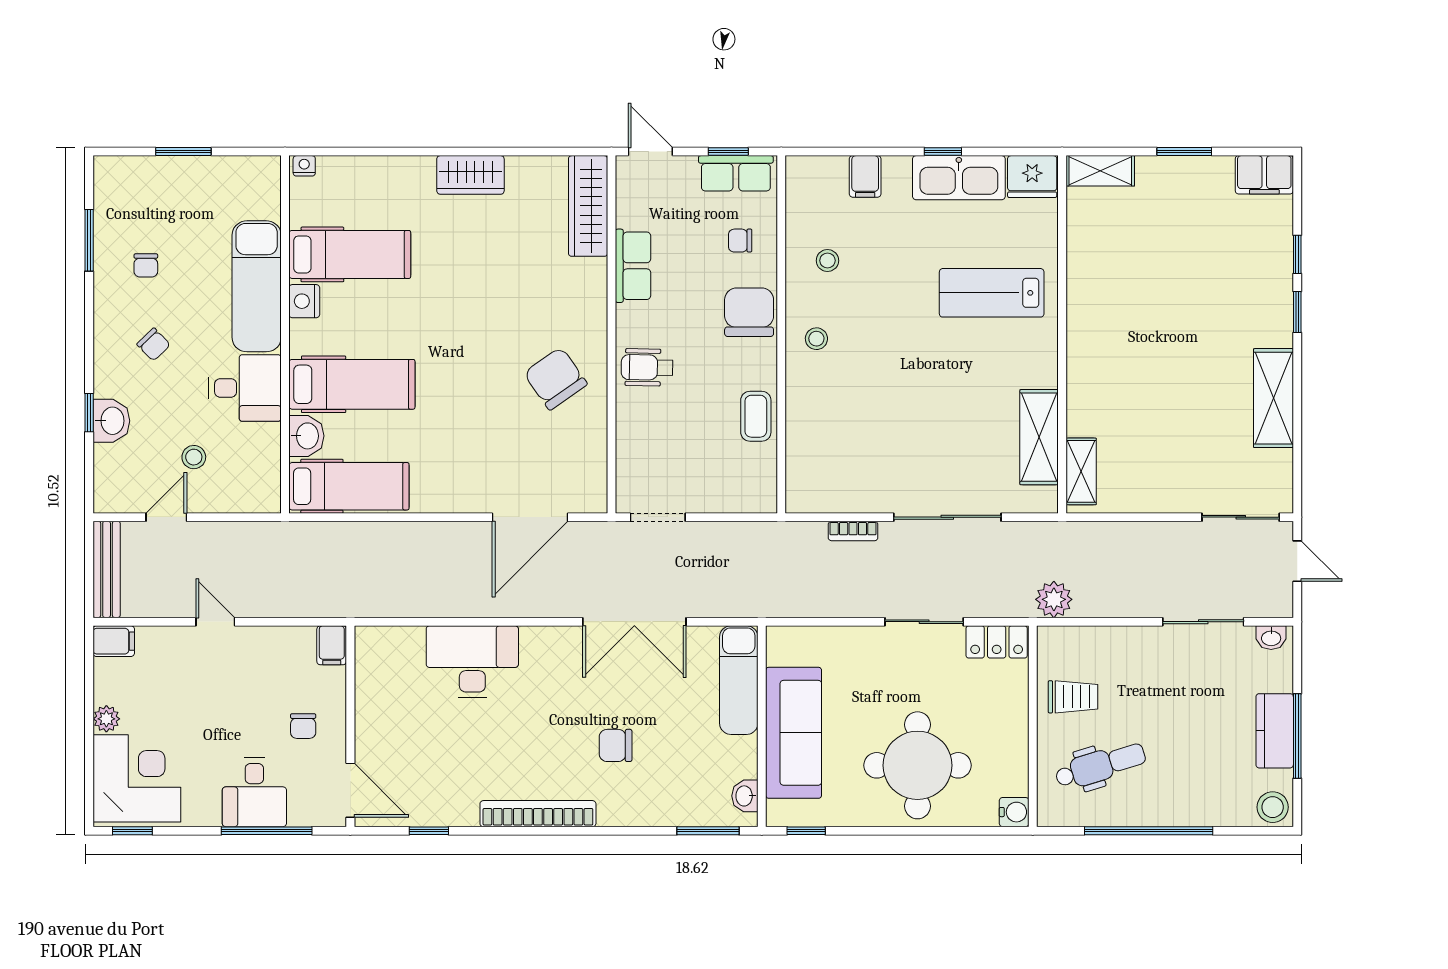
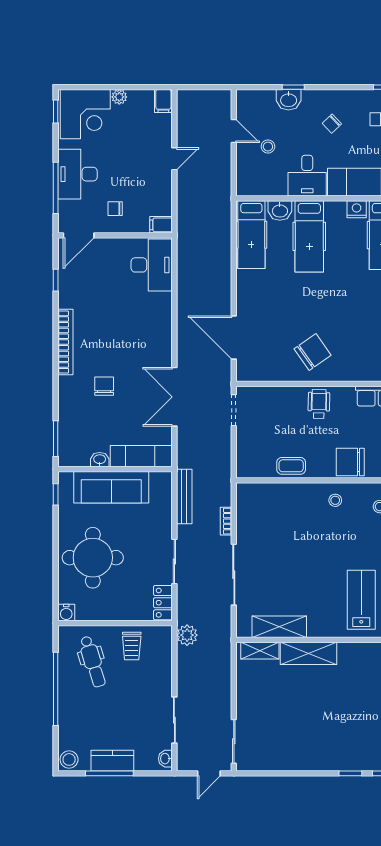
chair: (749, 312) -> (350, 462), turned 180
shelving: (1273, 398) -> (308, 653), moved
bench: (107, 569) -> (184, 496), moved, turned 90
desk: (472, 662) -> (152, 265), moved
desk: (254, 792) -> (77, 174), width x1.37
washbasin: (745, 796) -> (100, 460), moved

